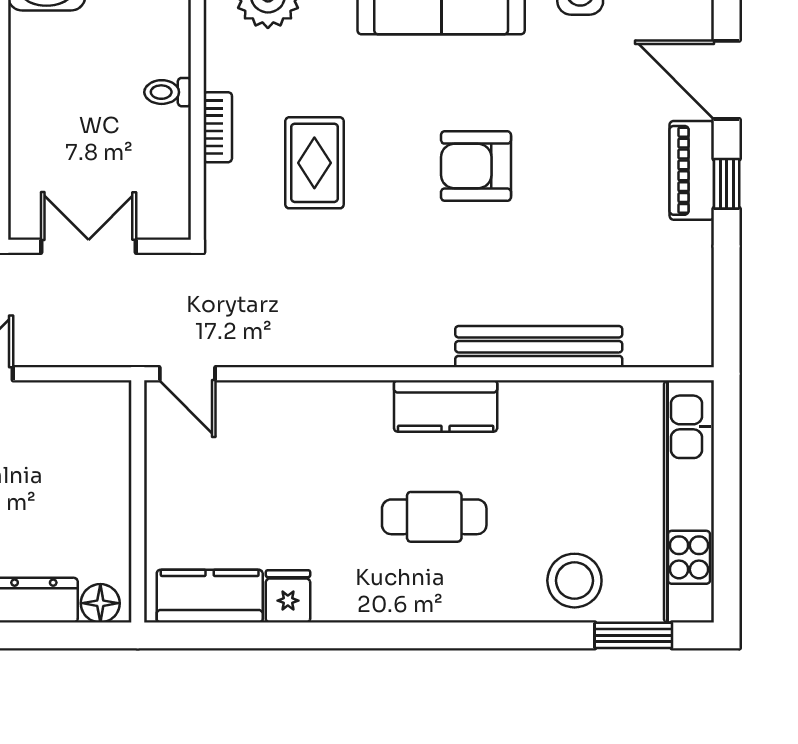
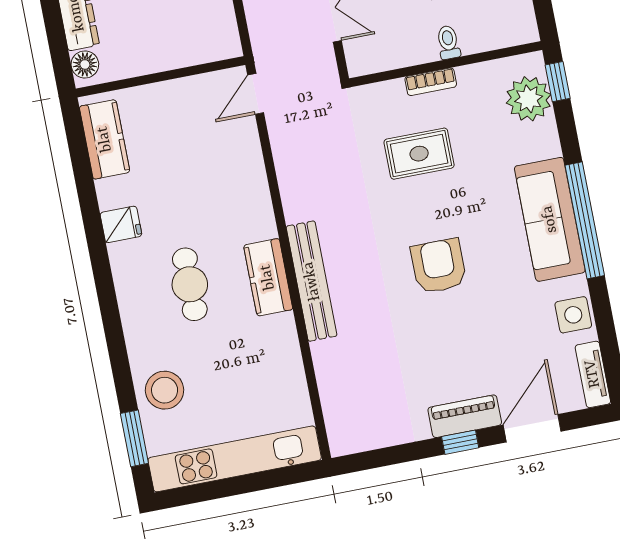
bench: (539, 347) -> (312, 281), moved
fridge: (288, 596) -> (121, 224), moved

